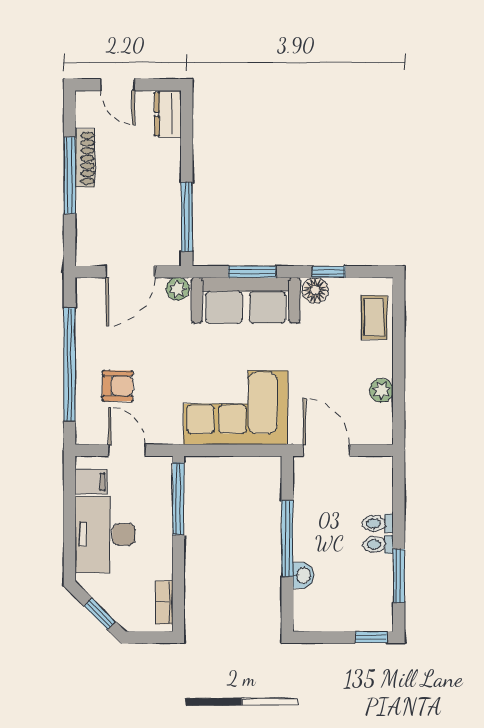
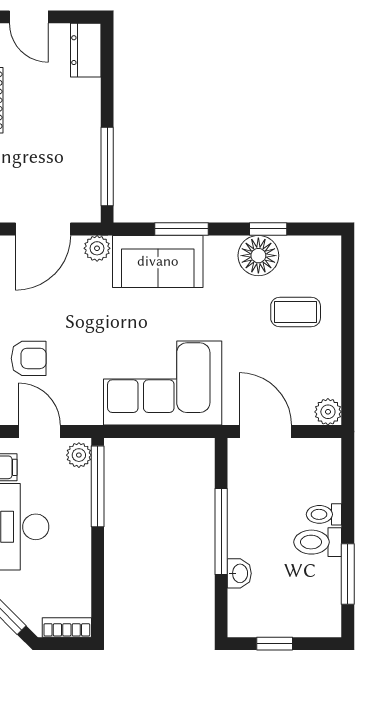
floor lamp: (315, 290) -> (258, 256), width x1.38, depth x1.38
sofa: (246, 300) -> (158, 261), width x0.73
coffee table: (374, 318) -> (296, 312), moved, turned 90
plant: (381, 390) -> (328, 412), moved
plant: (162, 471) -> (79, 455), added
toilet: (378, 544) -> (318, 542), width x1.37, depth x1.39
bookcase: (164, 602) -> (67, 627), moved, turned 90
window: (371, 637) -> (275, 644), moved

